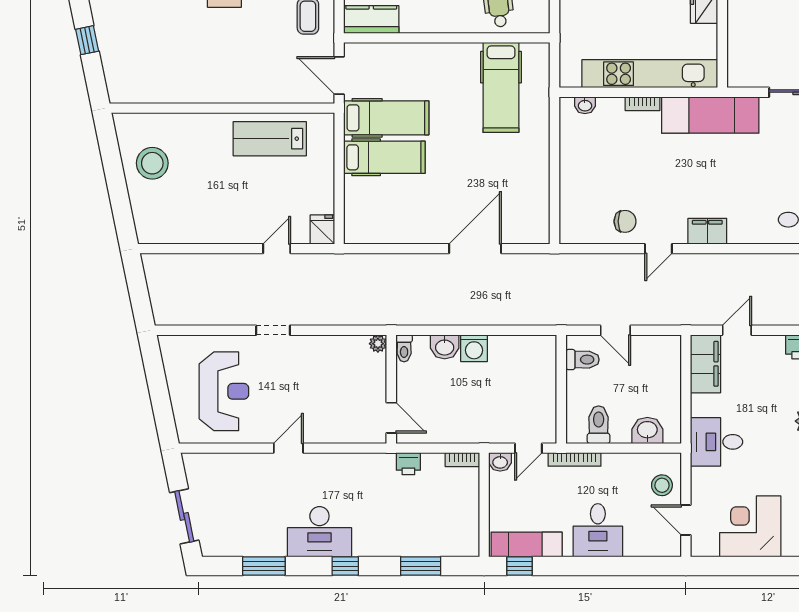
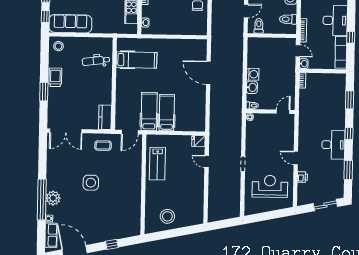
printer: (408, 464) -> (302, 177), moved
desk: (598, 530) -> (335, 20), width x1.37
window: (520, 566) -> (351, 37), moved

